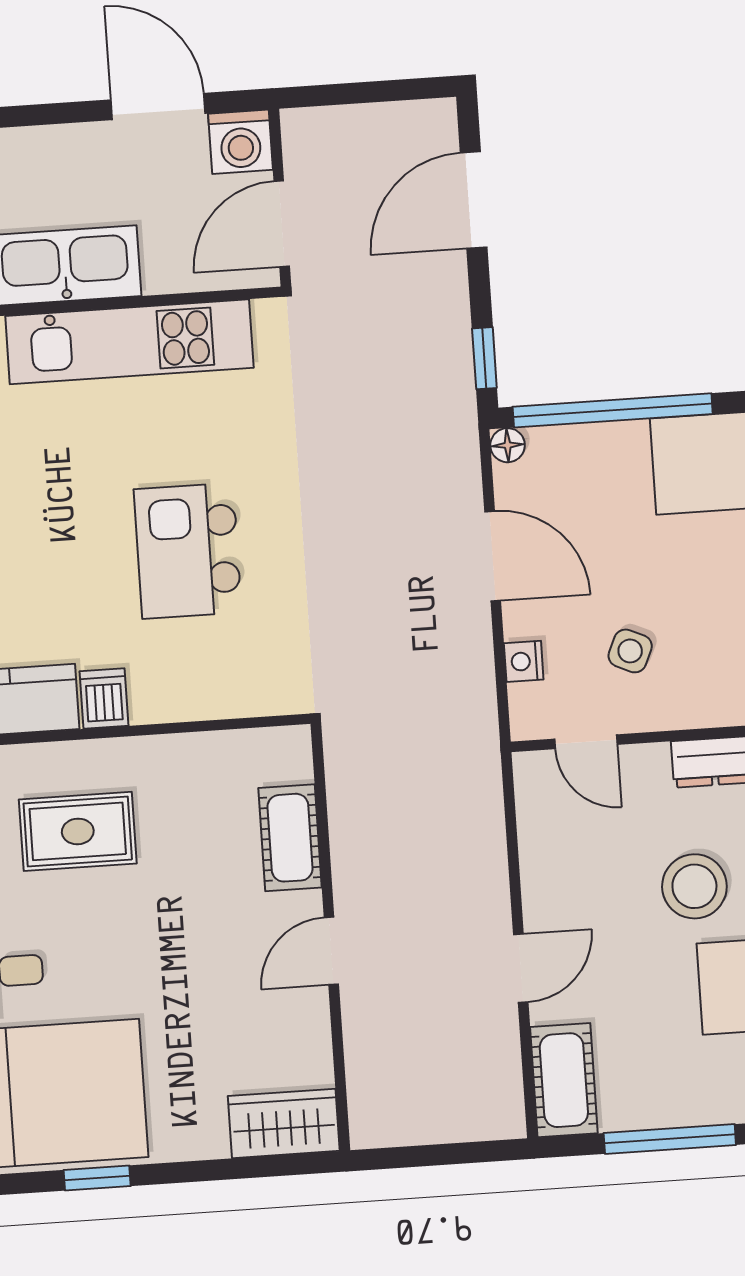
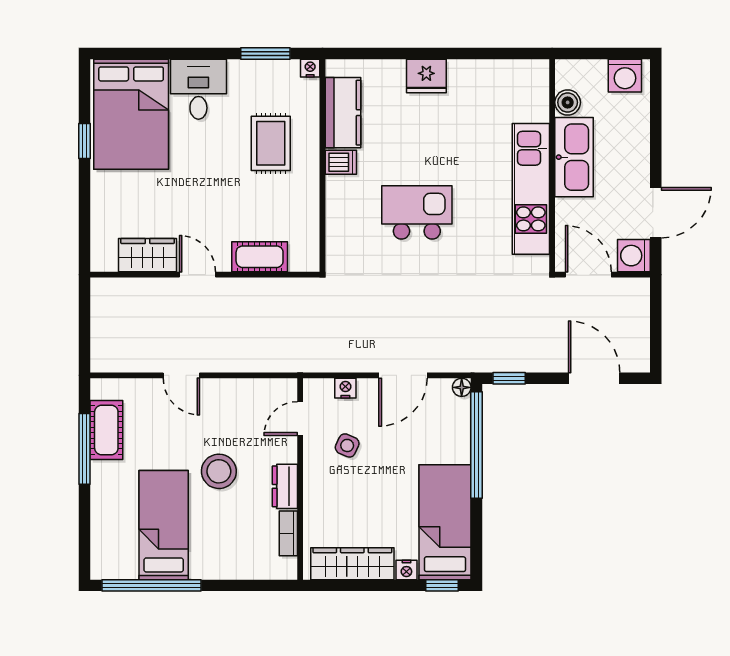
cot: (564, 1080) -> (106, 430), moved, turned 90
wardrobe: (284, 1123) -> (148, 255), moved, turned -90

